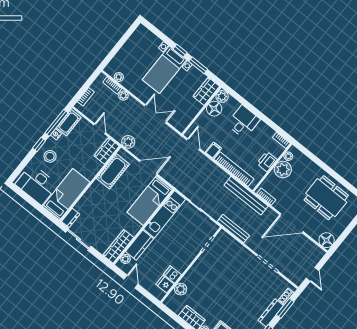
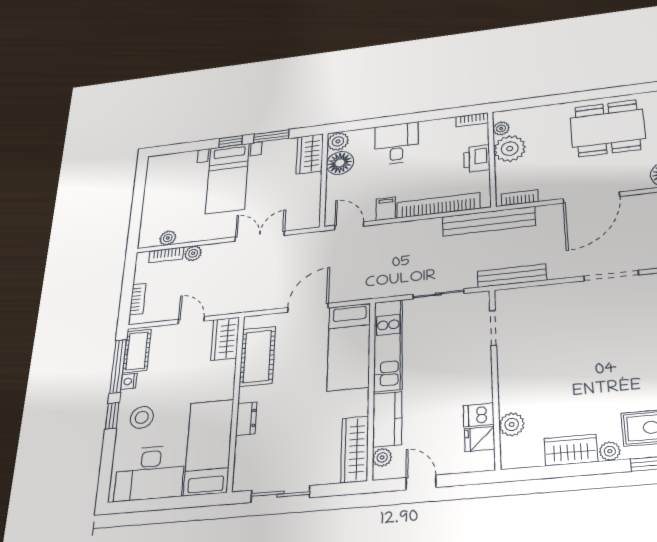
plant: (128, 142) -> (249, 301), removed
dresser: (71, 218) -> (246, 419), moved

